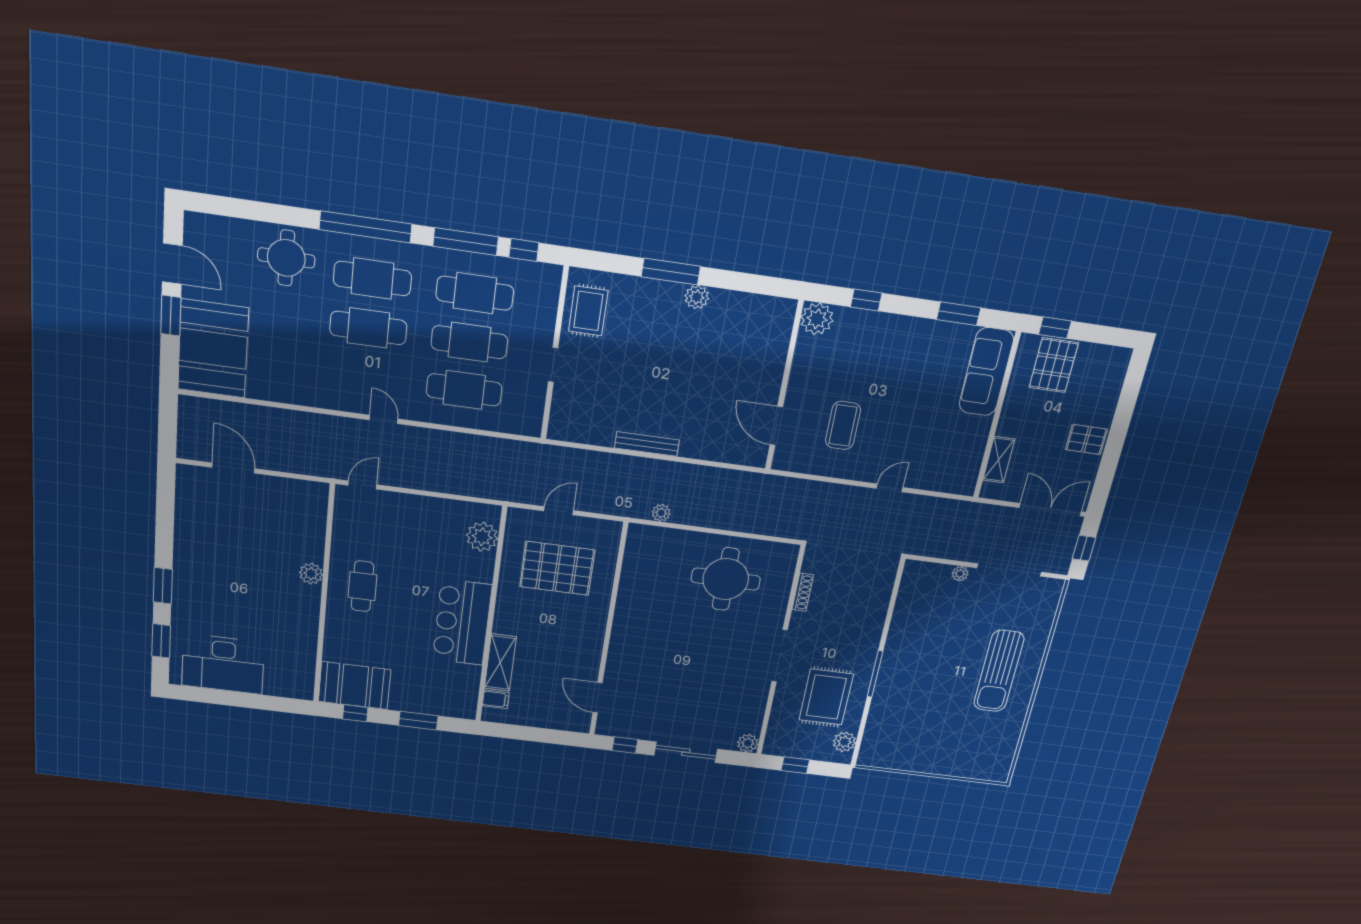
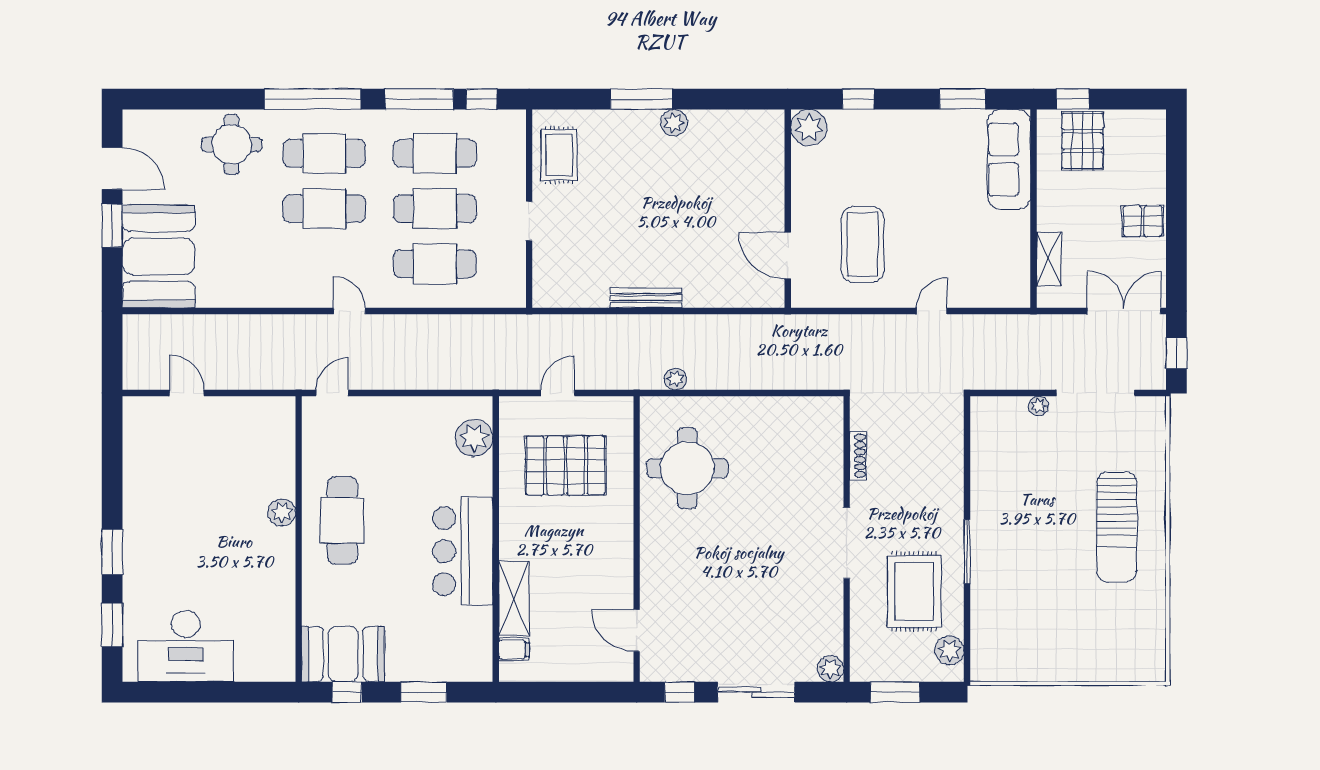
coffee table: (843, 425) -> (863, 244), width x1.36, depth x1.32
door: (233, 468) -> (187, 393), width x0.73
round table: (726, 579) -> (687, 468), moved
cafe table: (362, 586) -> (342, 520), width x1.37, depth x1.35
window: (795, 765) -> (895, 692), width x1.50

